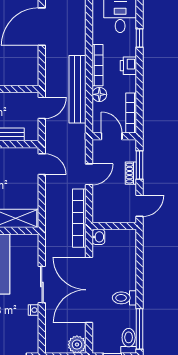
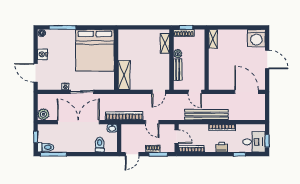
floor lamp: (99, 94) -> (203, 129), removed
door: (112, 136) -> (177, 137), hinge flipped
door: (139, 206) -> (132, 154), hinge flipped
toilet: (124, 298) -> (100, 145), moved

